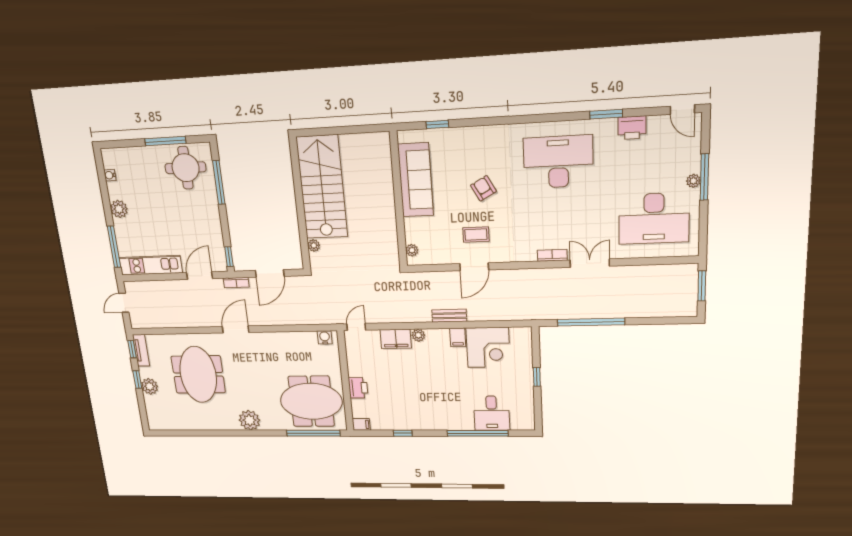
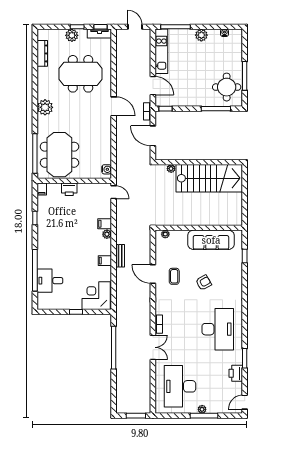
filing cabinet: (396, 339) -> (105, 224), width x0.50
corner desk: (488, 347) -> (96, 296), moved, turned 90
dresser: (179, 424) -> (42, 53), added

